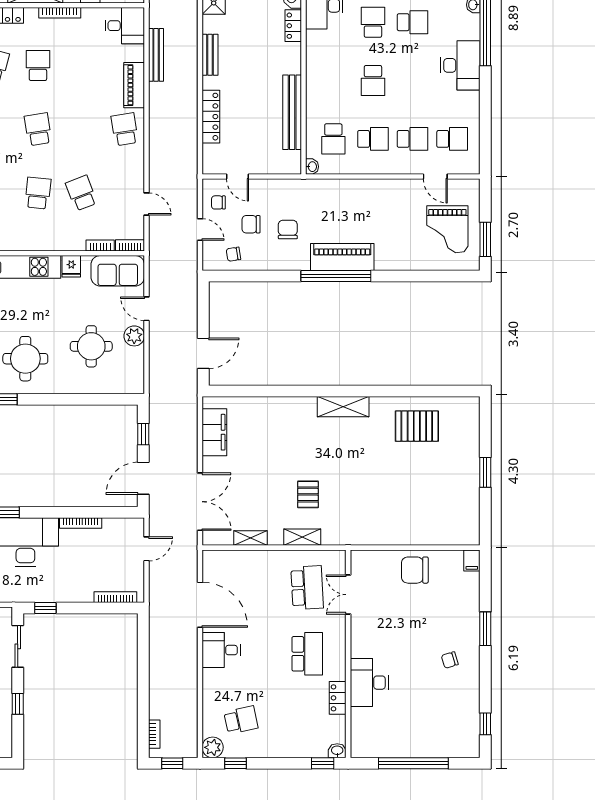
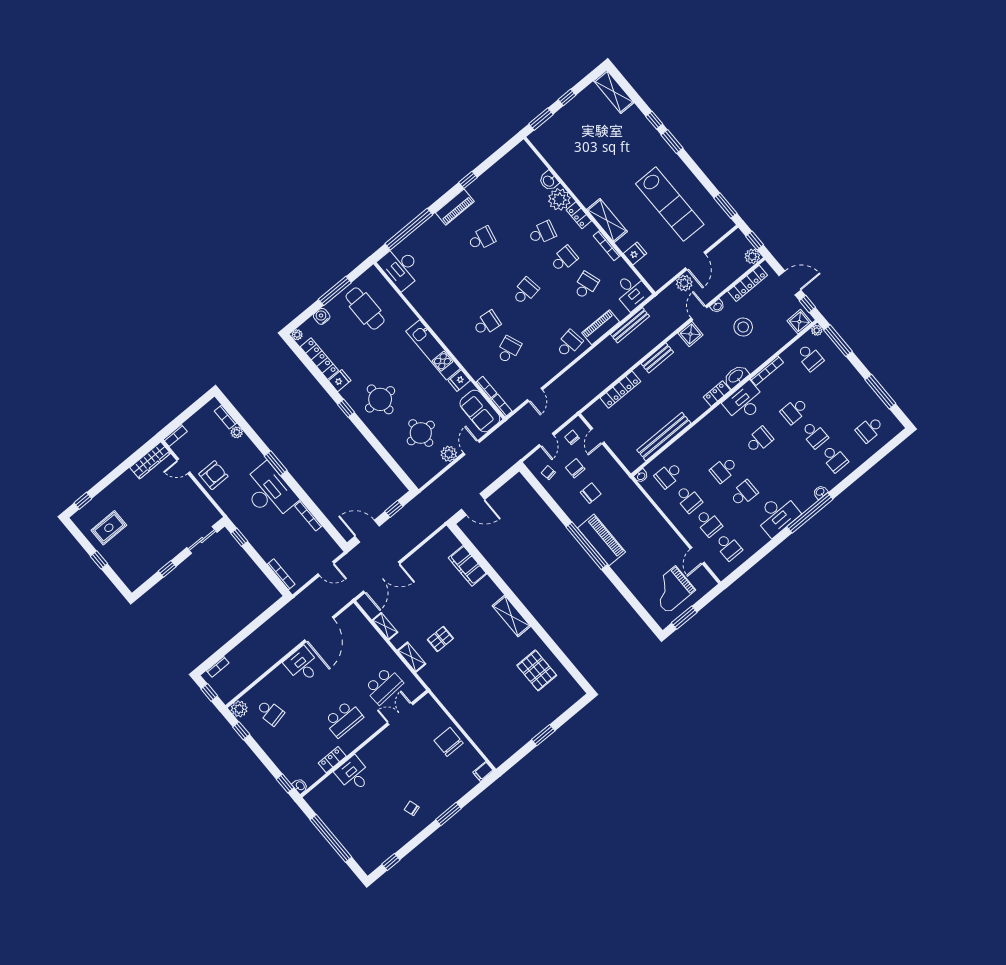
school desk: (413, 22) -> (744, 494), moved, turned -90
school desk: (81, 65) -> (586, 285), added
filing cabinet: (214, 432) -> (468, 566), moved, turned 90
desk: (369, 683) -> (353, 774), width x0.73

